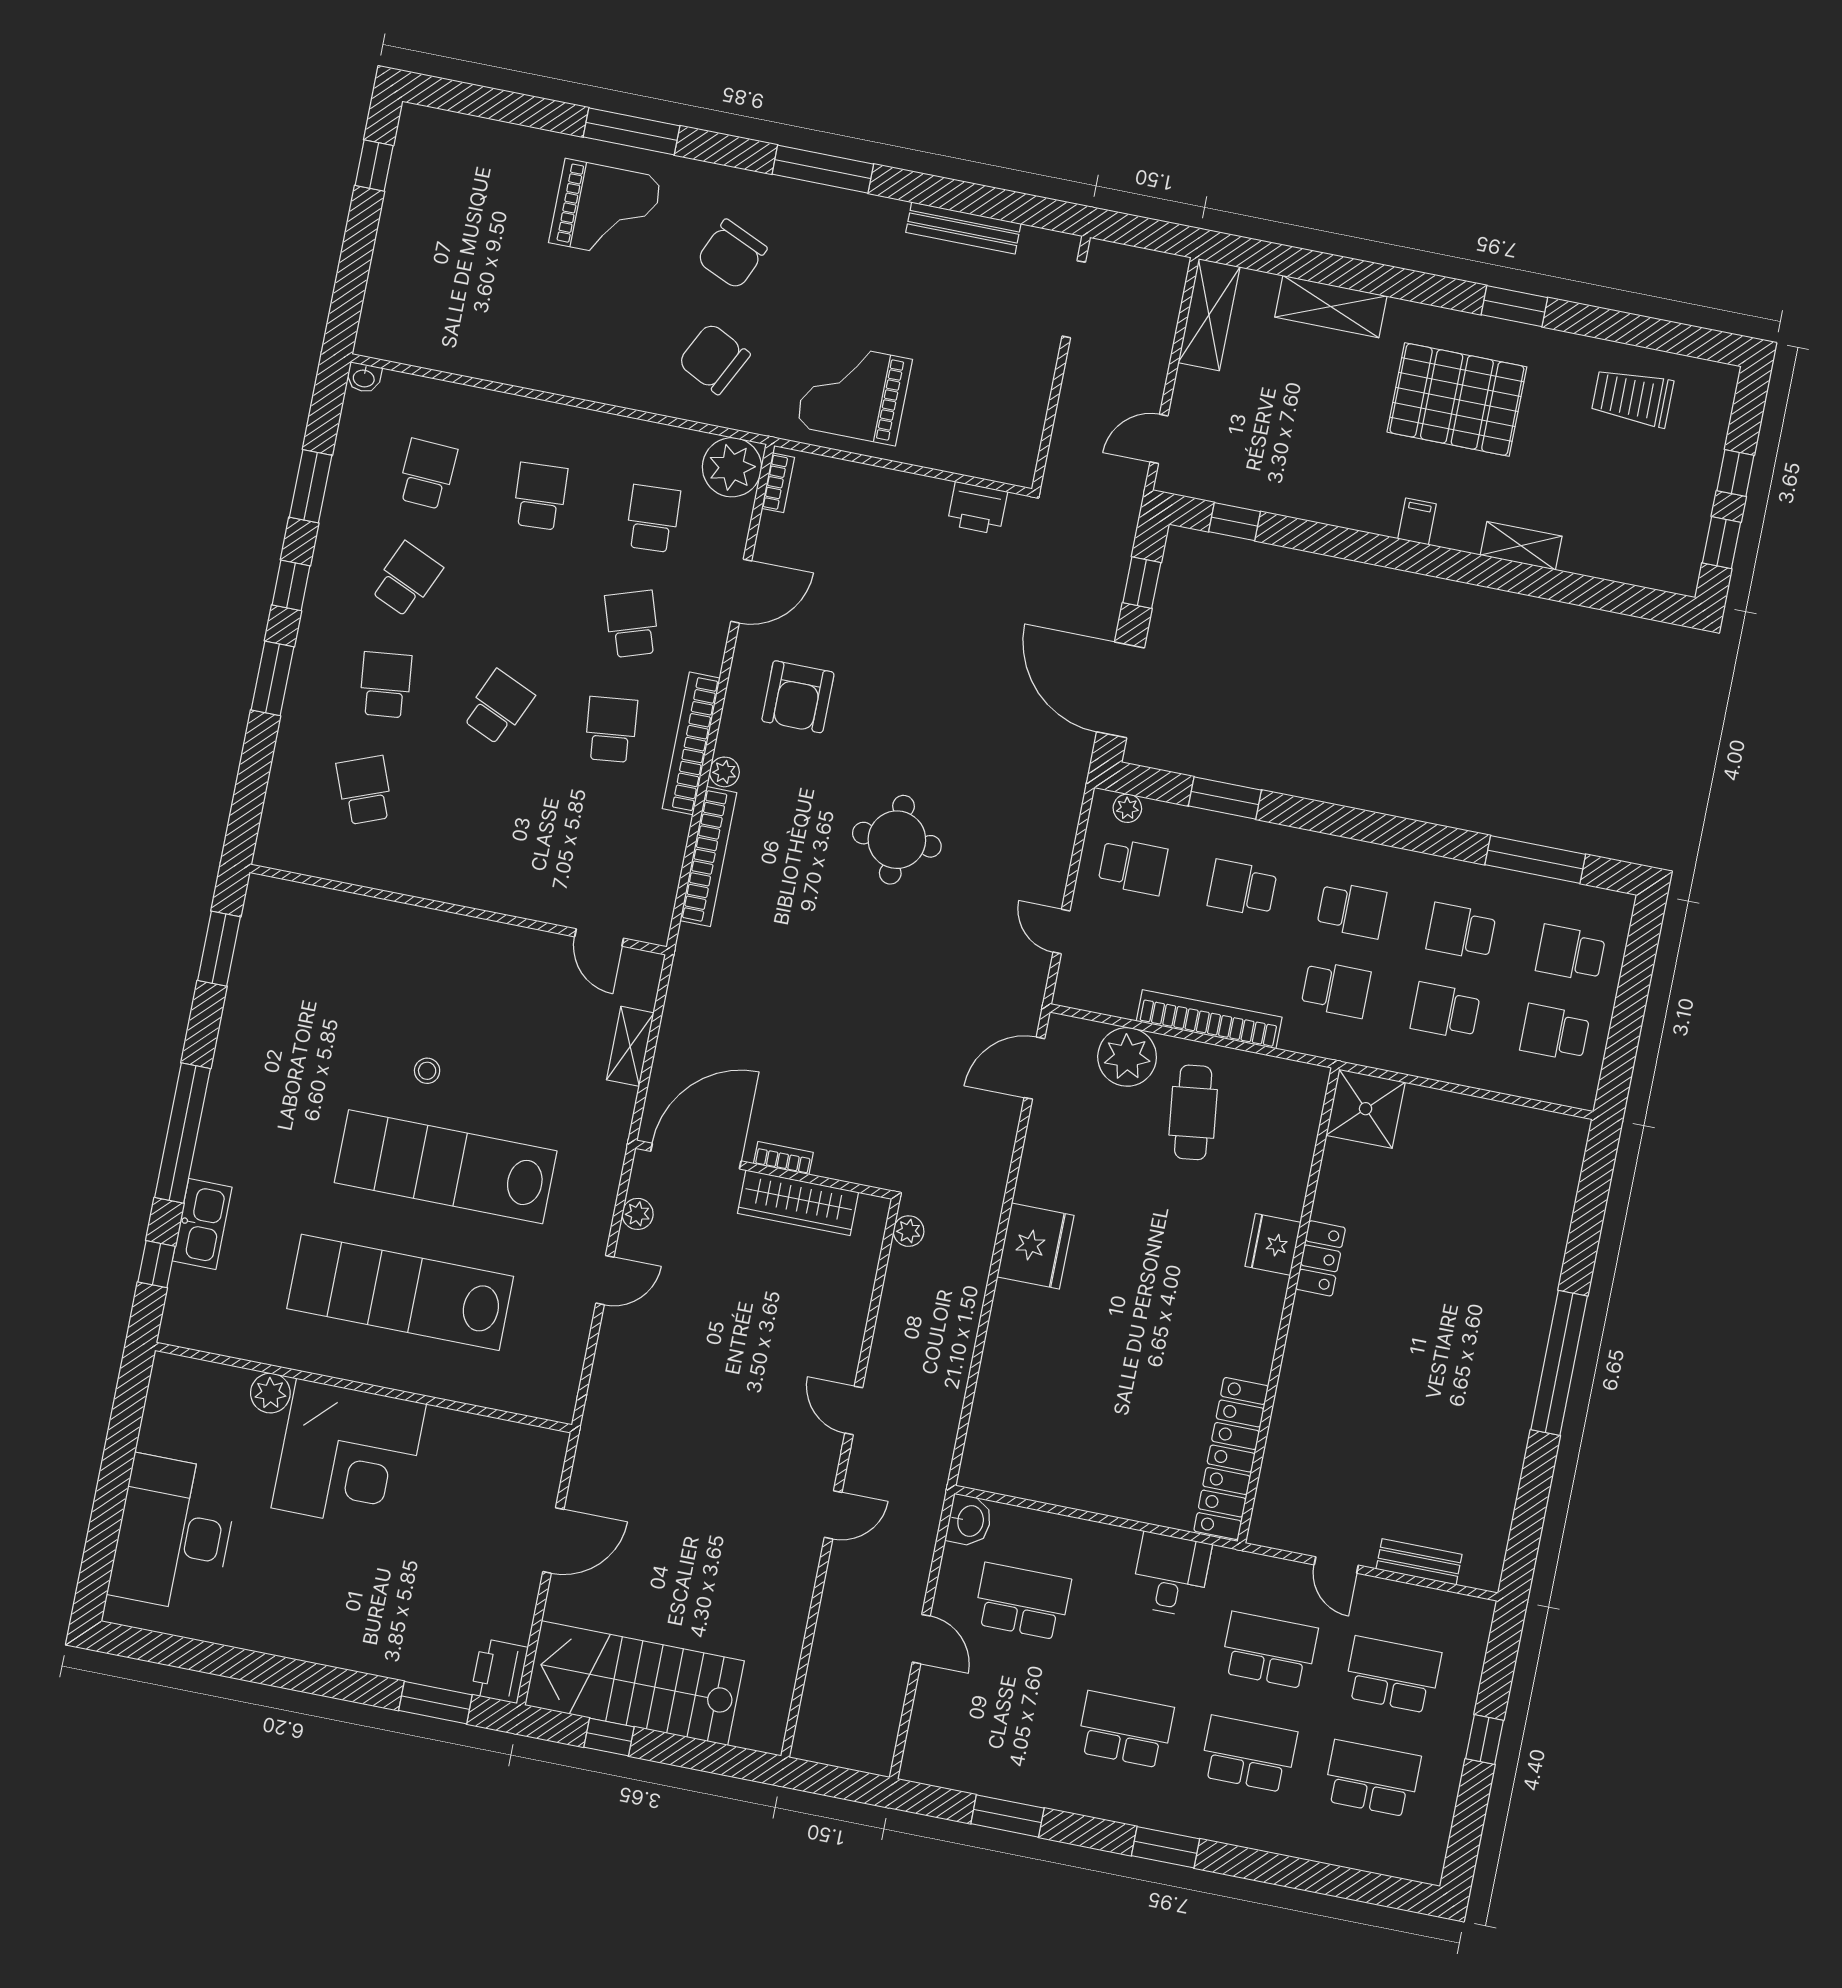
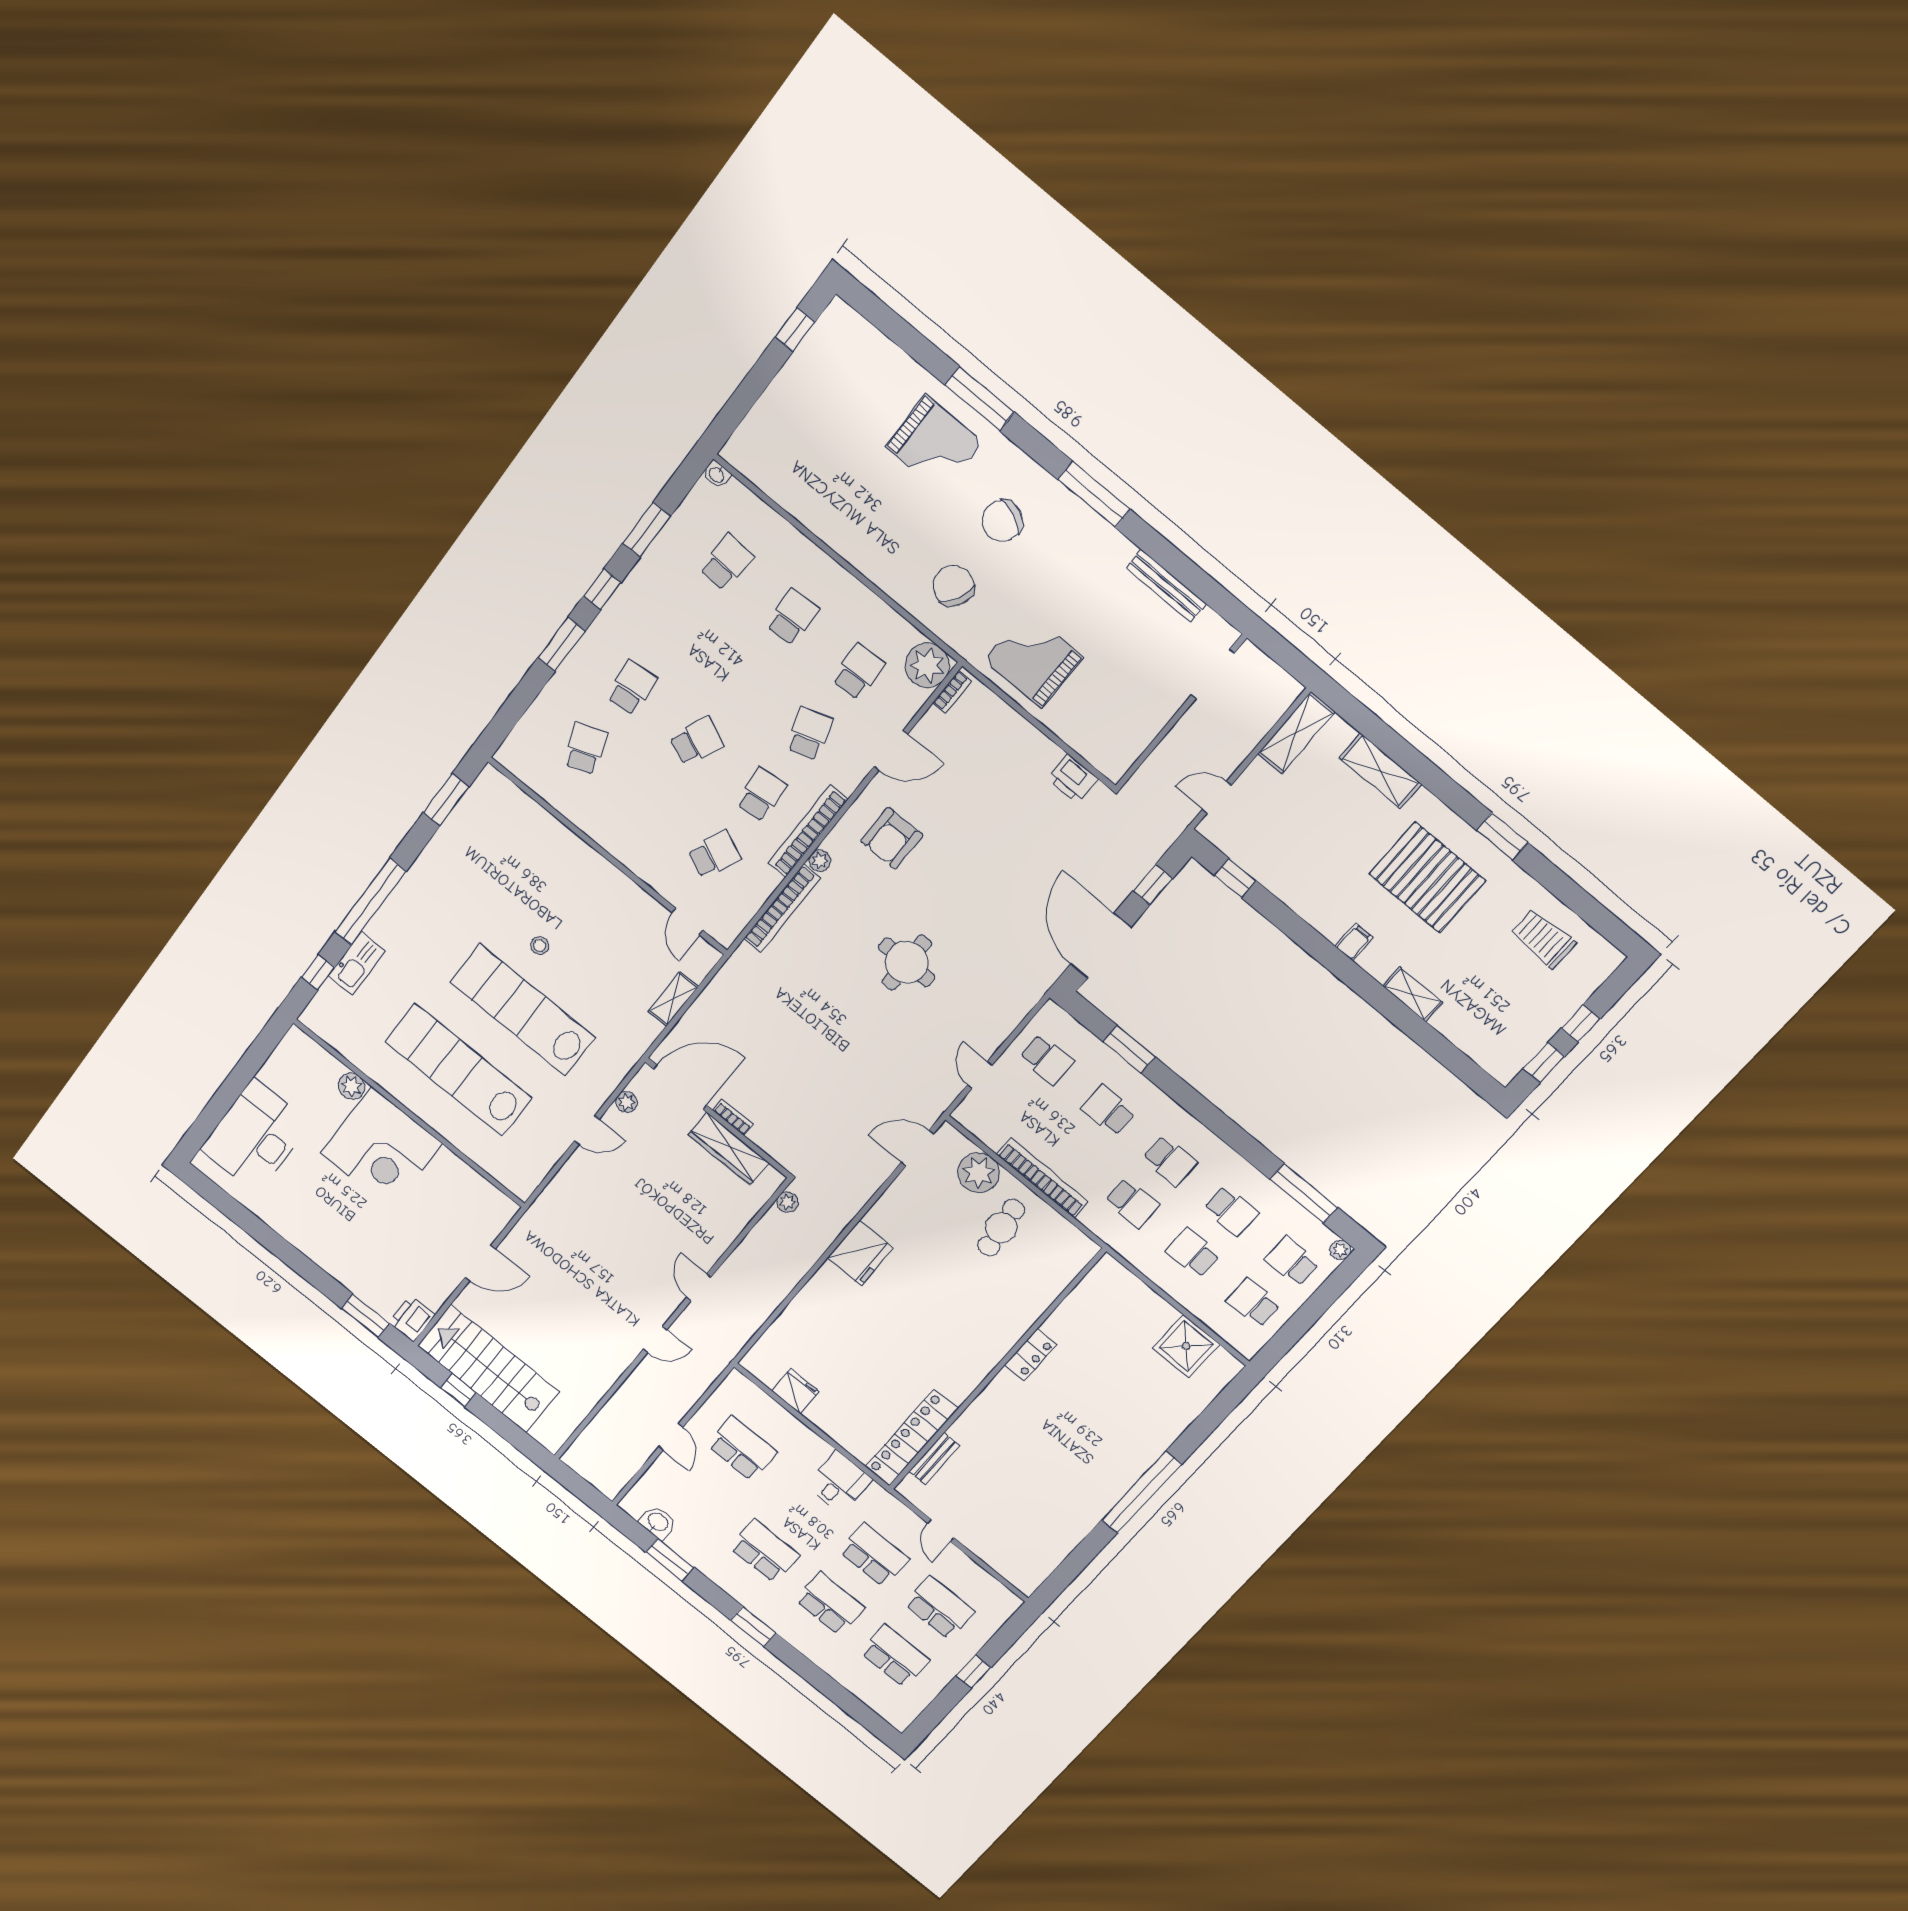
school desk: (406, 579) -> (714, 854), moved
plant: (1127, 808) -> (1340, 1250), moved
school desk: (1461, 931) -> (1231, 1211), turned 180
shower: (1366, 1109) -> (1186, 1346), moved
fridge: (1273, 1244) -> (795, 1391), moved, turned 90
washbasin: (969, 1521) -> (658, 1522), moved, turned -90
bench: (1419, 1562) -> (934, 1459), moved, turned 90

